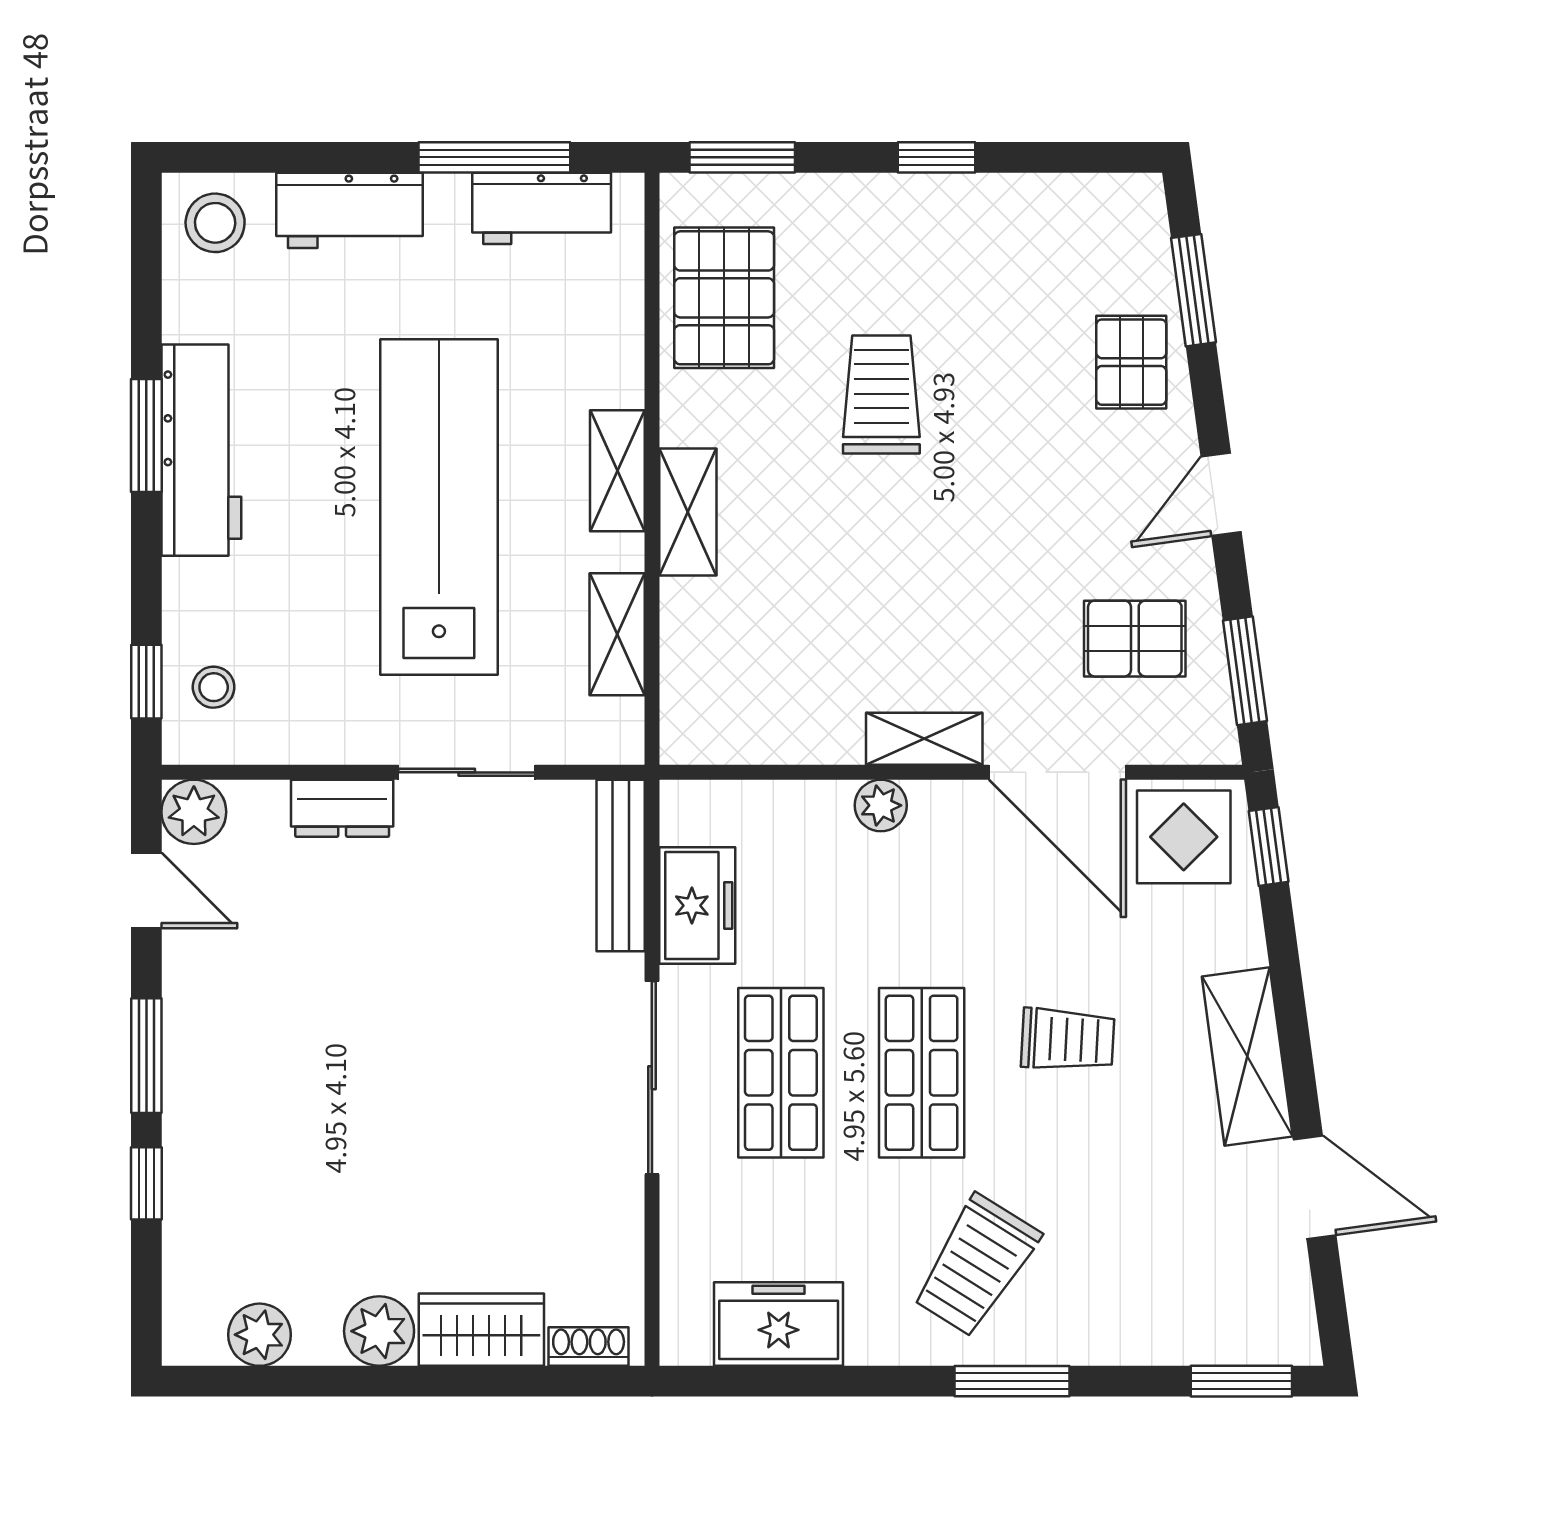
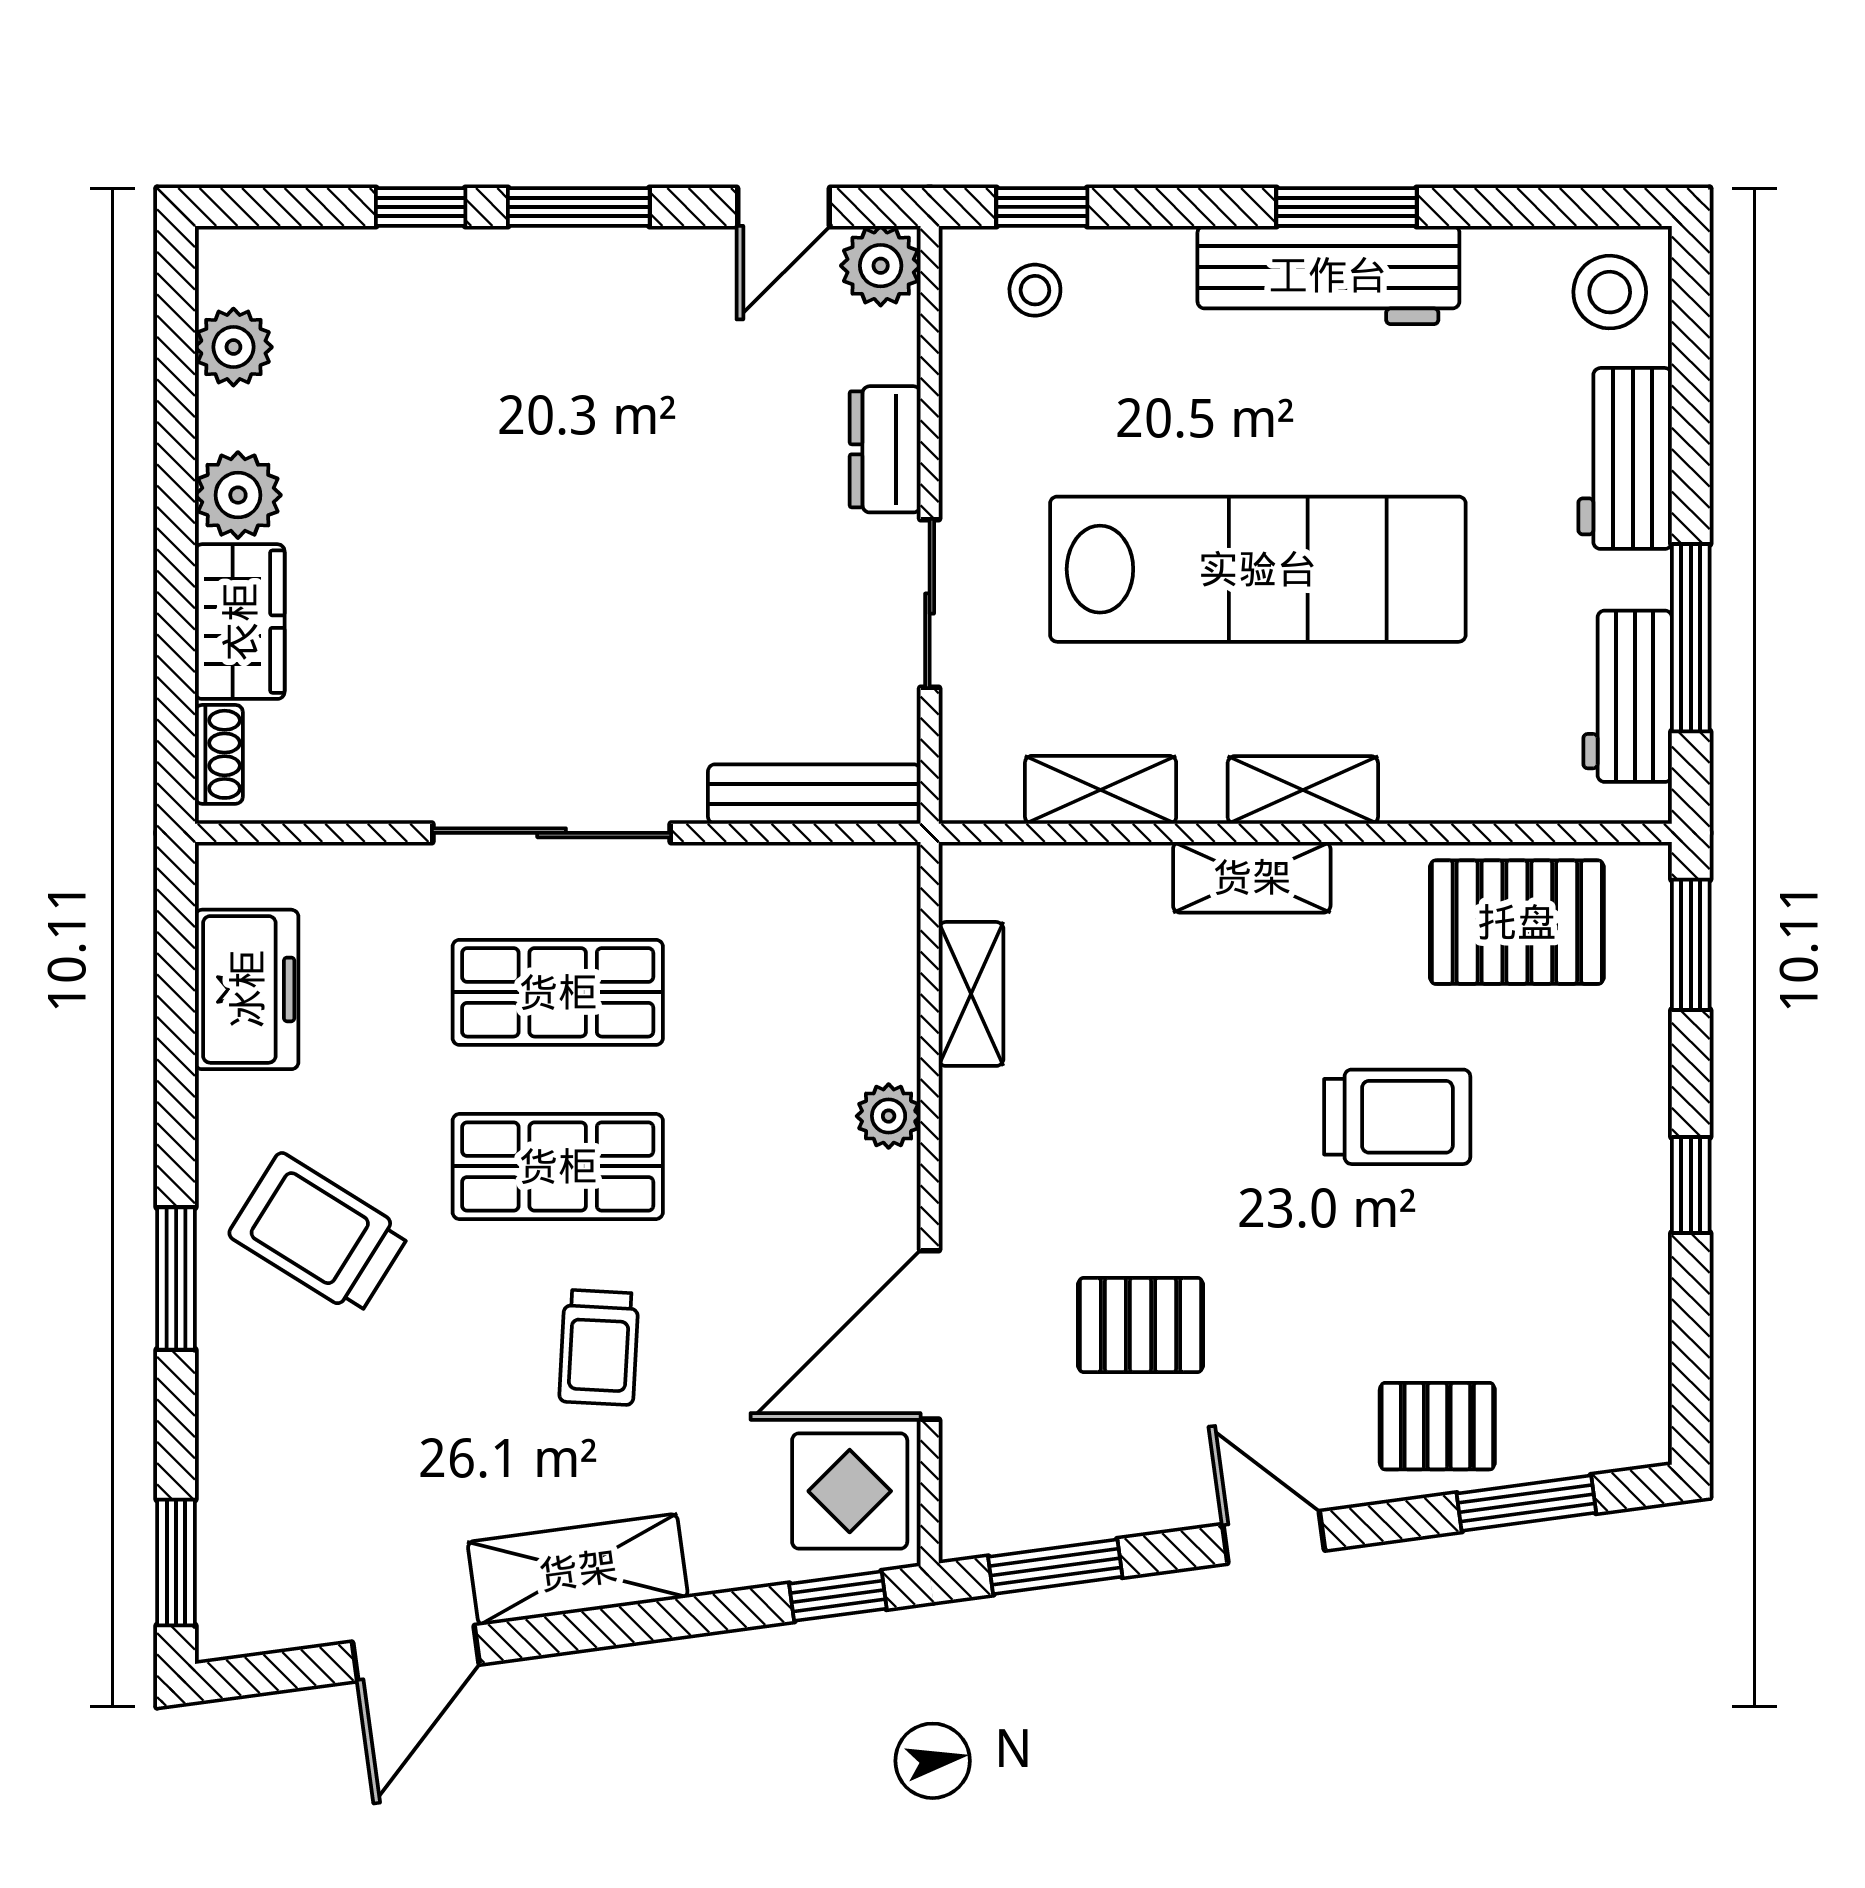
pallet: (1135, 639) -> (1141, 1325), moved, turned 90
shelving: (924, 739) -> (971, 994), moved
freezer: (697, 906) -> (765, 889), removed

